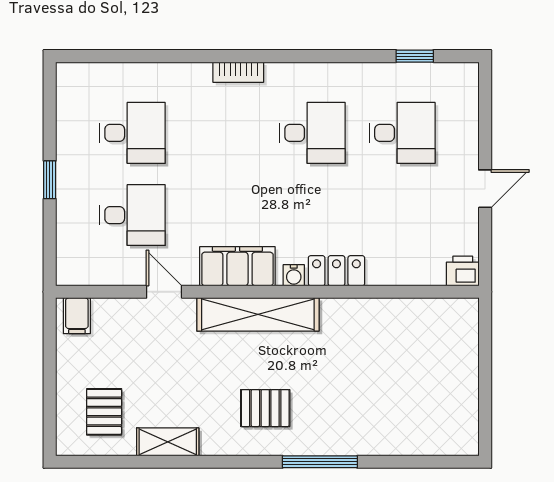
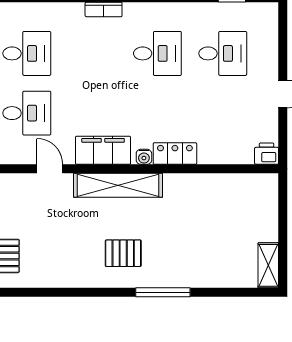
shelving: (168, 442) -> (268, 265), moved, turned 90

